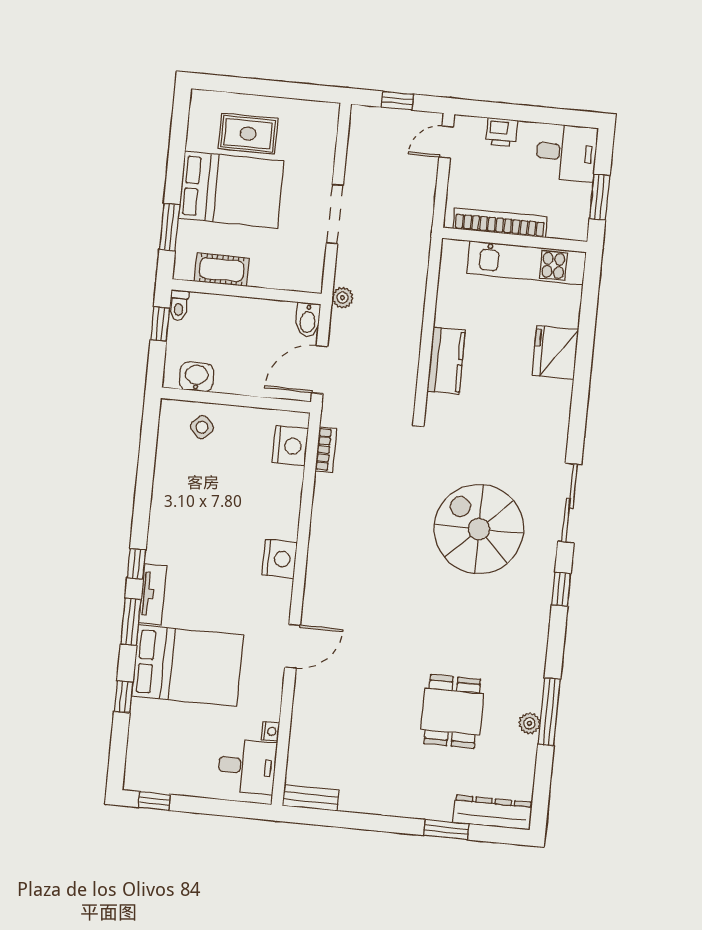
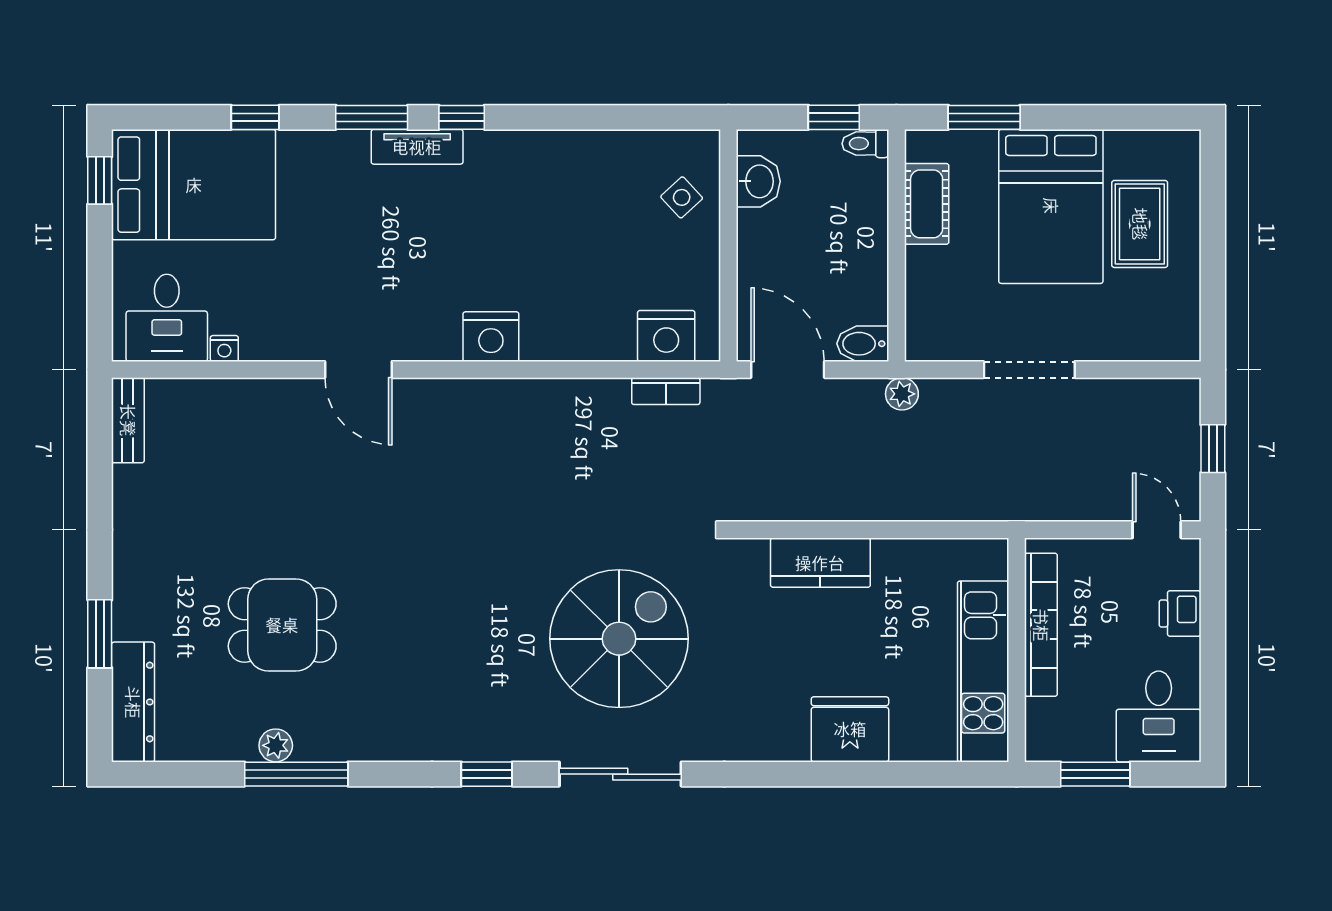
spiral stairs: (479, 529) -> (619, 639), moved
bed: (188, 666) -> (194, 185), moved, turned -90

